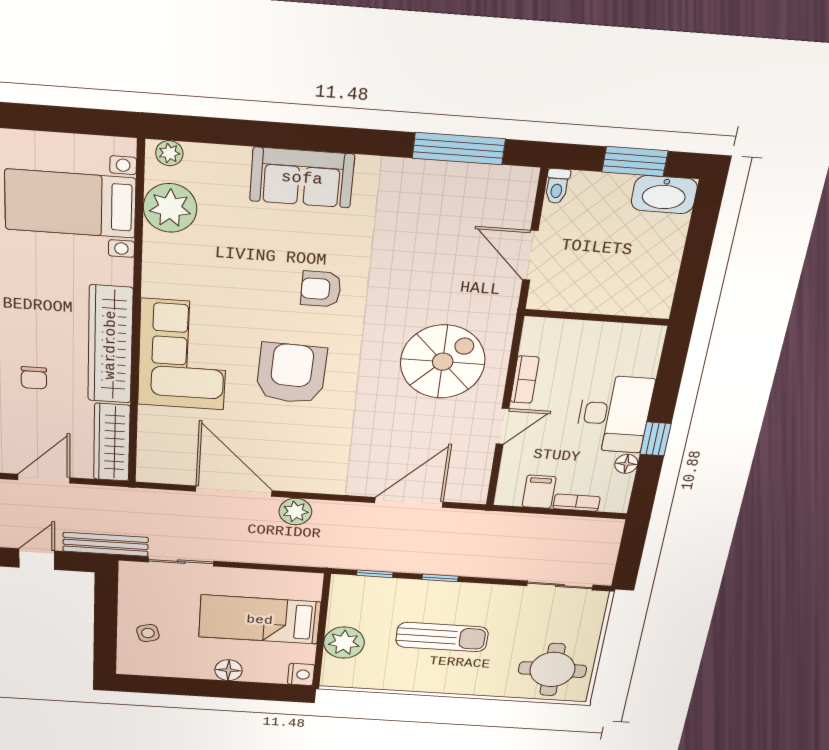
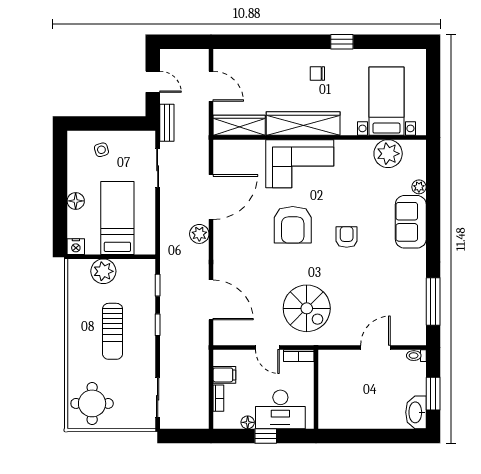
plant: (169, 153) -> (419, 187), moved
wall: (597, 317) -> (316, 389), moved
armchair: (291, 373) -> (293, 225), turned 88
chair: (34, 378) -> (317, 74), moved
bench: (106, 544) -> (167, 123), width x0.73

